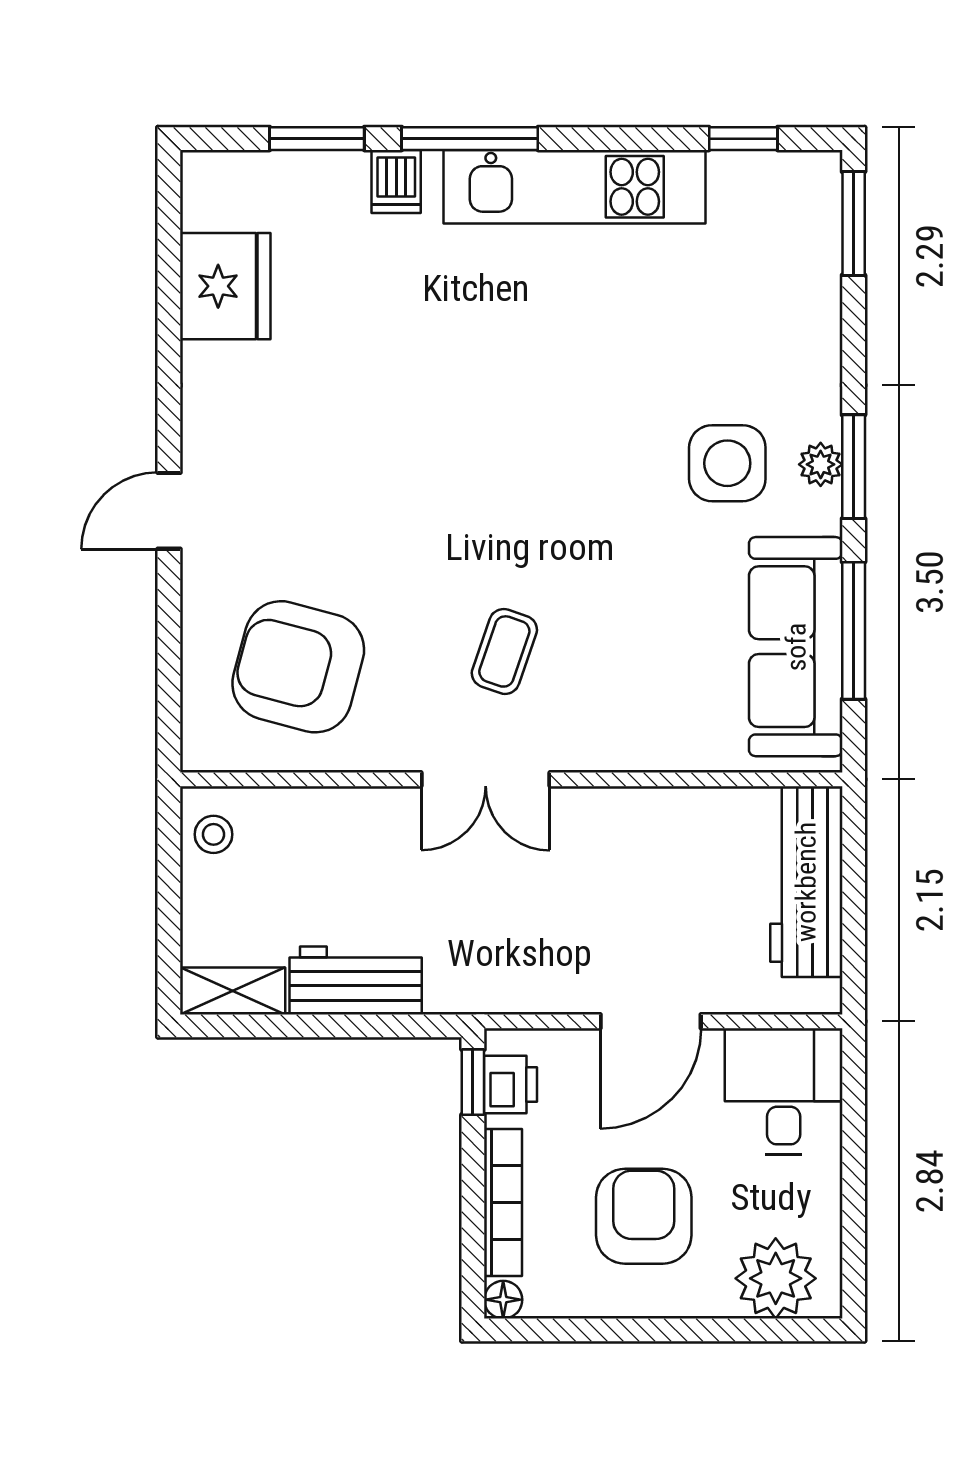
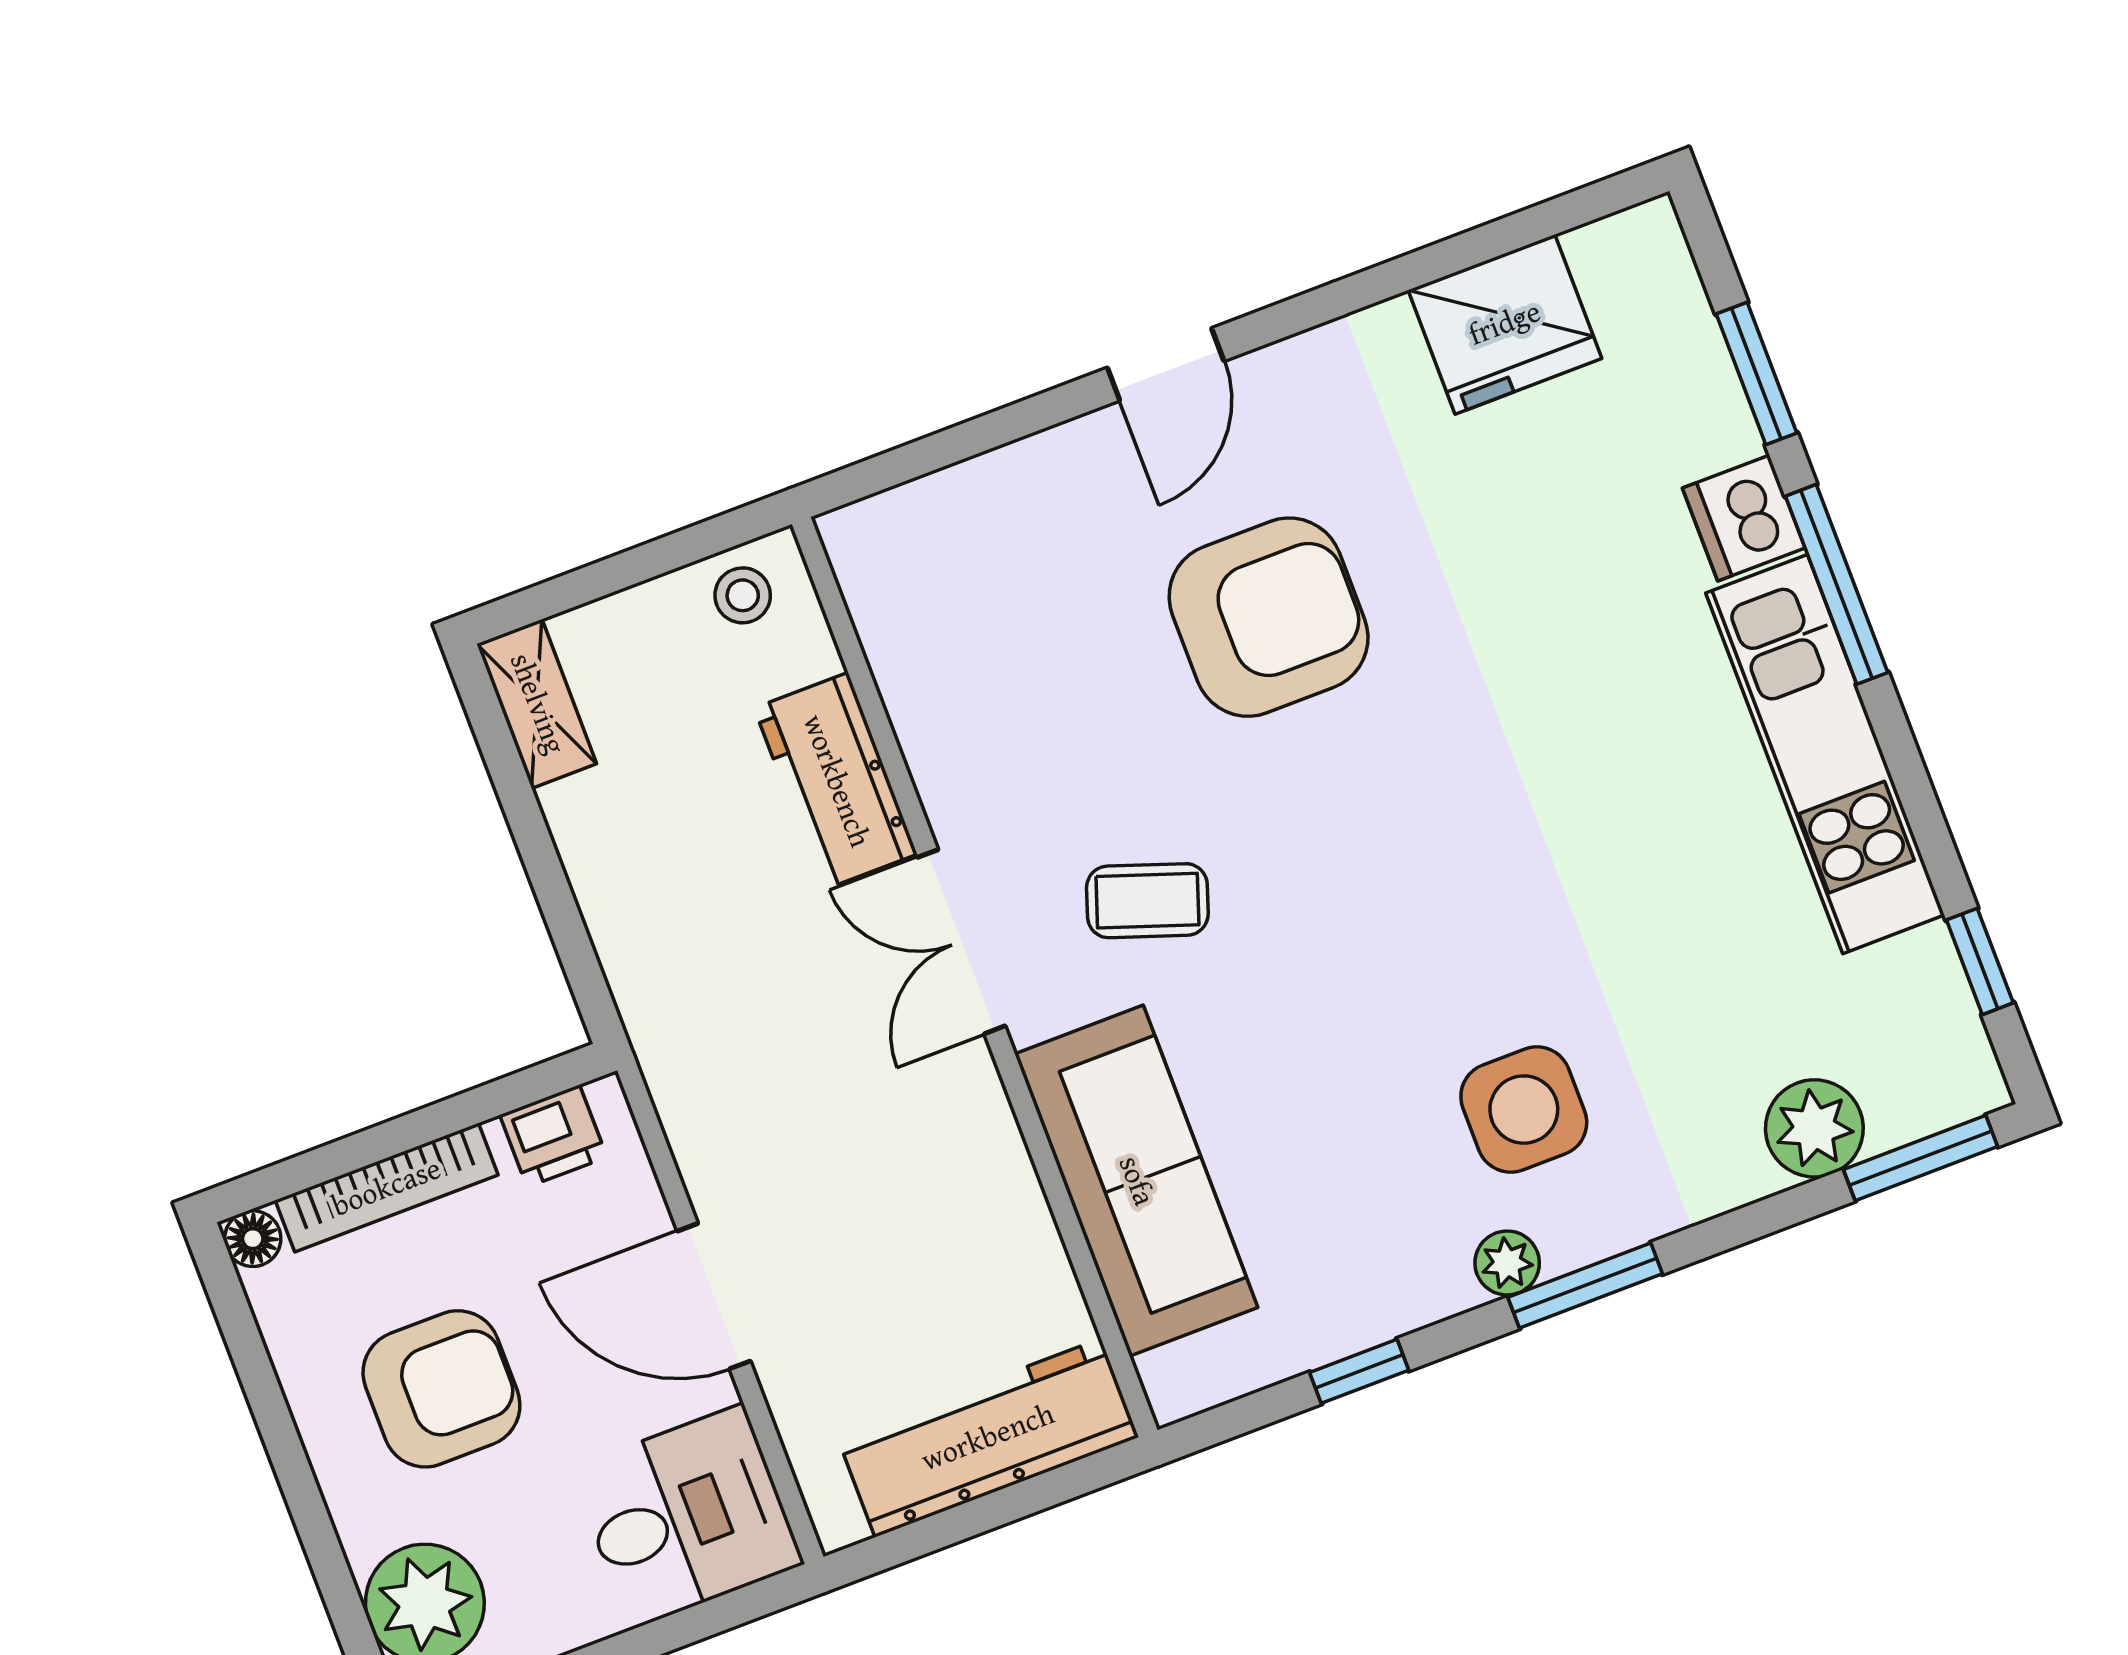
dishwasher: (396, 181) -> (1744, 518), width x1.38
plant: (809, 284) -> (1814, 1128), added
plant: (821, 464) -> (1507, 1263), moved
door: (169, 511) -> (1166, 364), swing flipped
window: (854, 631) -> (1359, 1371), width x0.46
sofa: (796, 647) -> (1136, 1181), moved, turned 90
armchair: (298, 667) -> (1269, 617), moved, turned 75
workbench: (356, 980) -> (836, 781), moved, turned 180
window: (473, 1082) -> (537, 1083), removed

